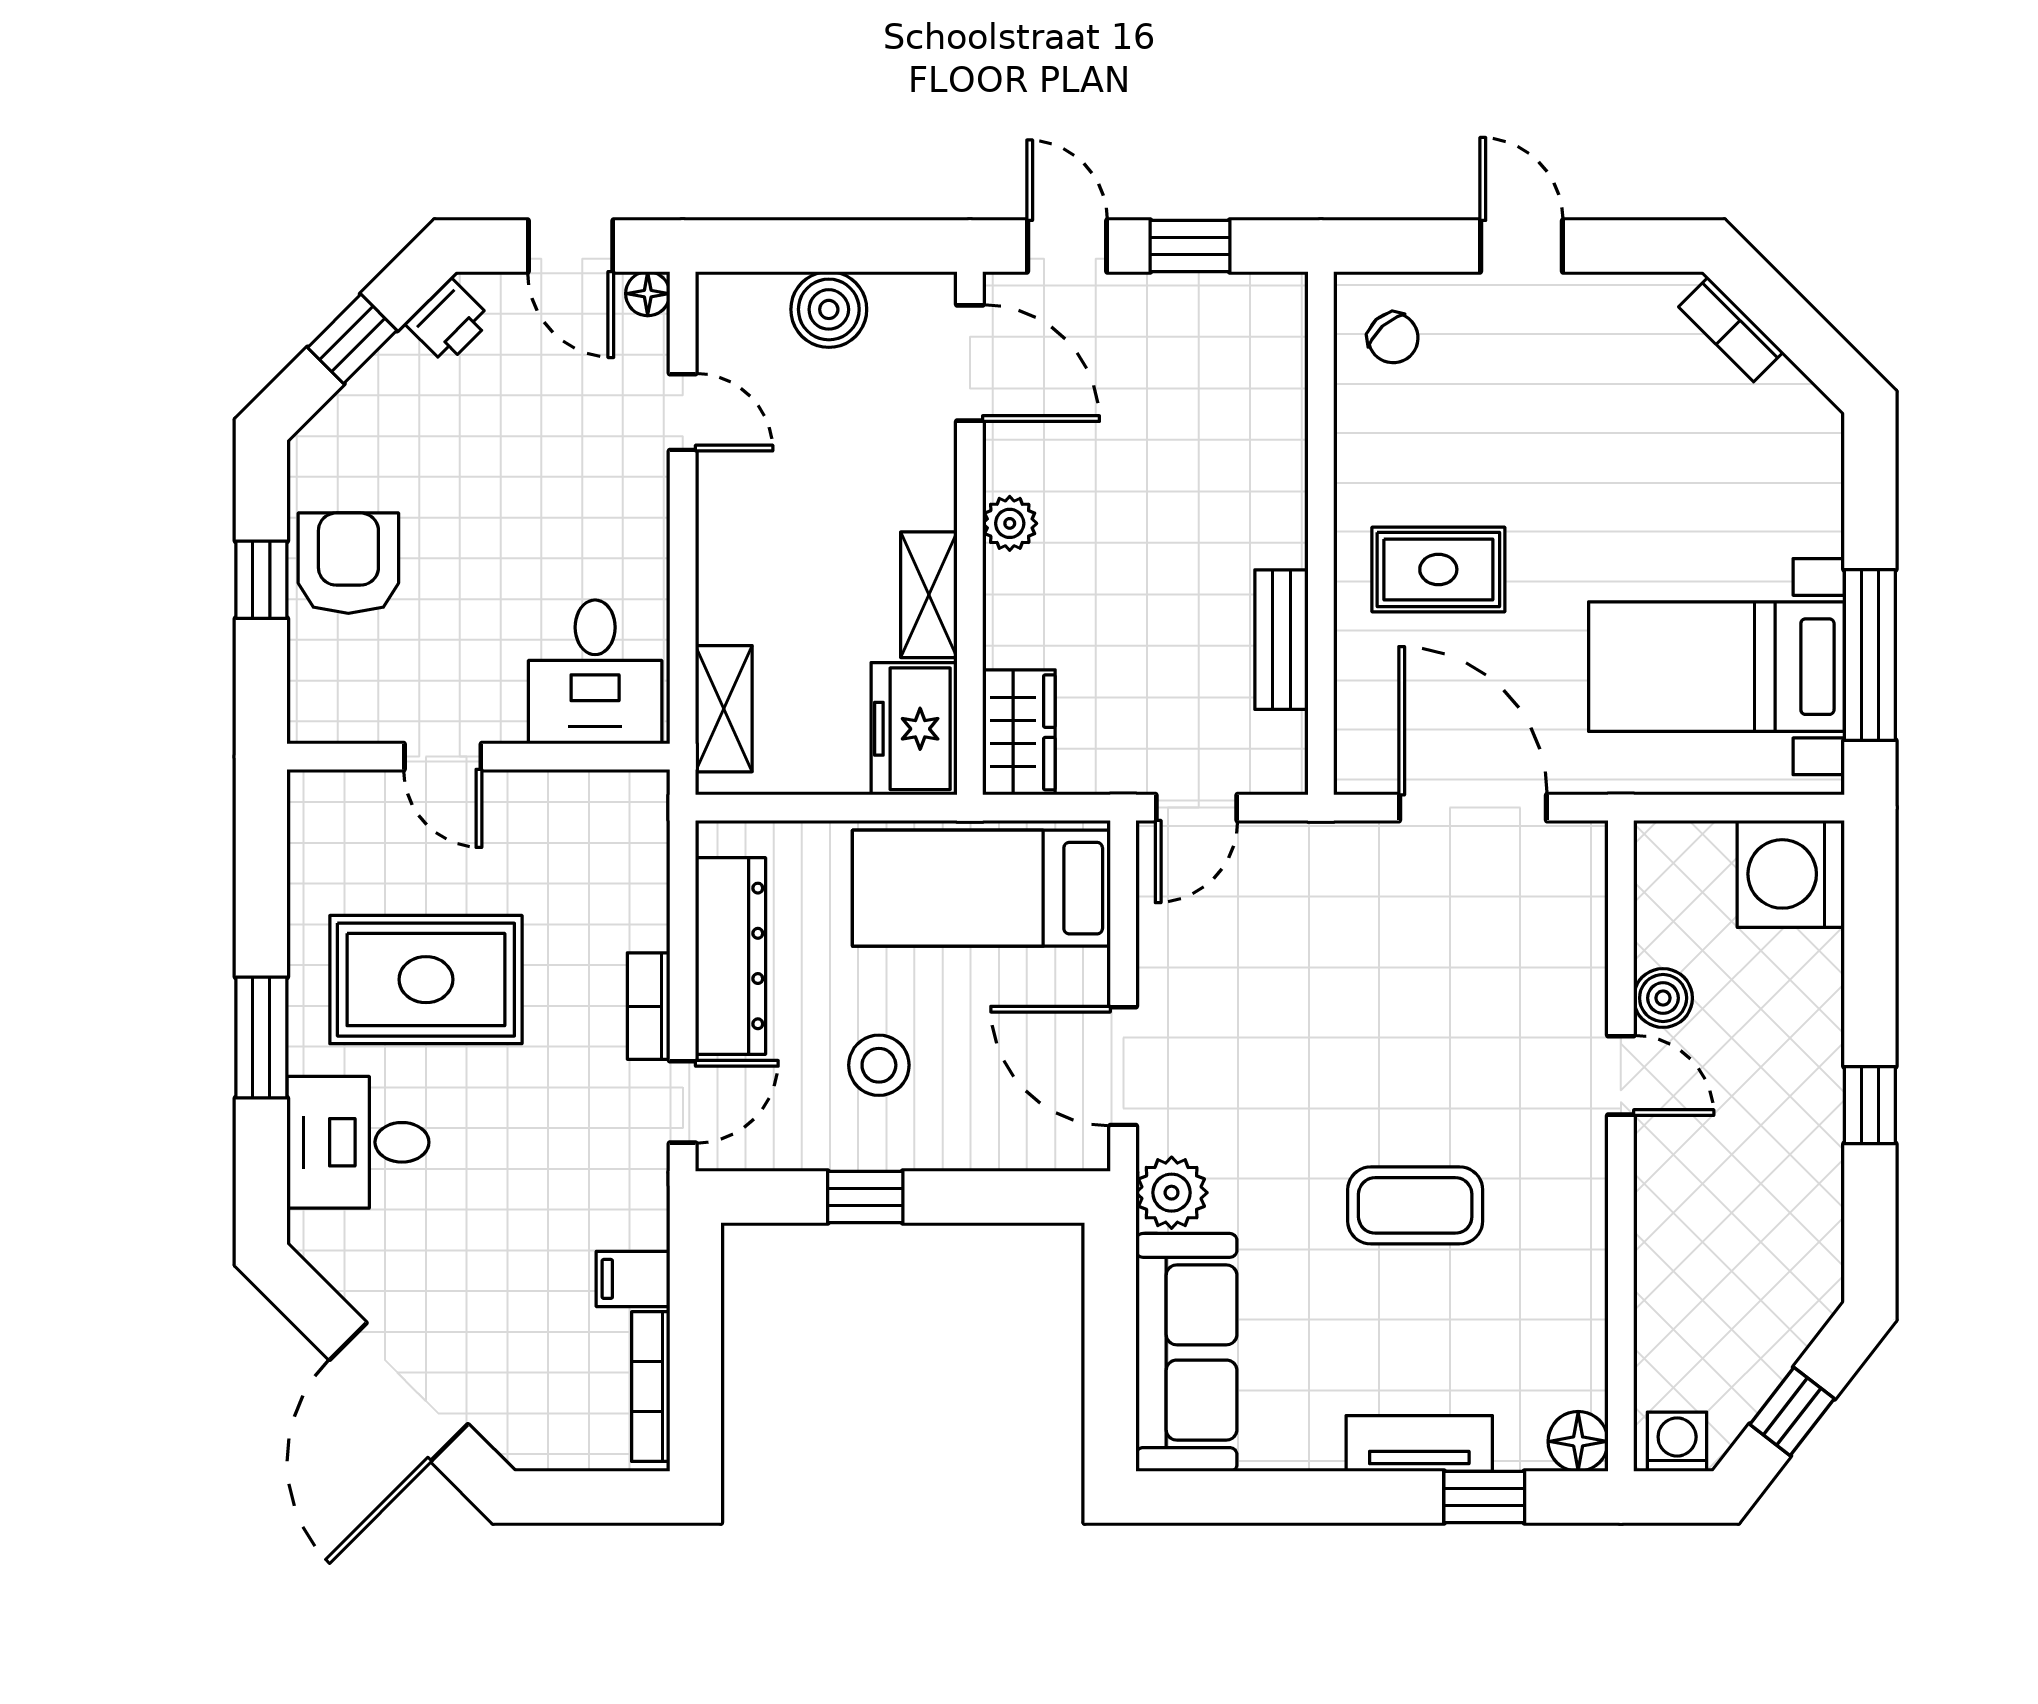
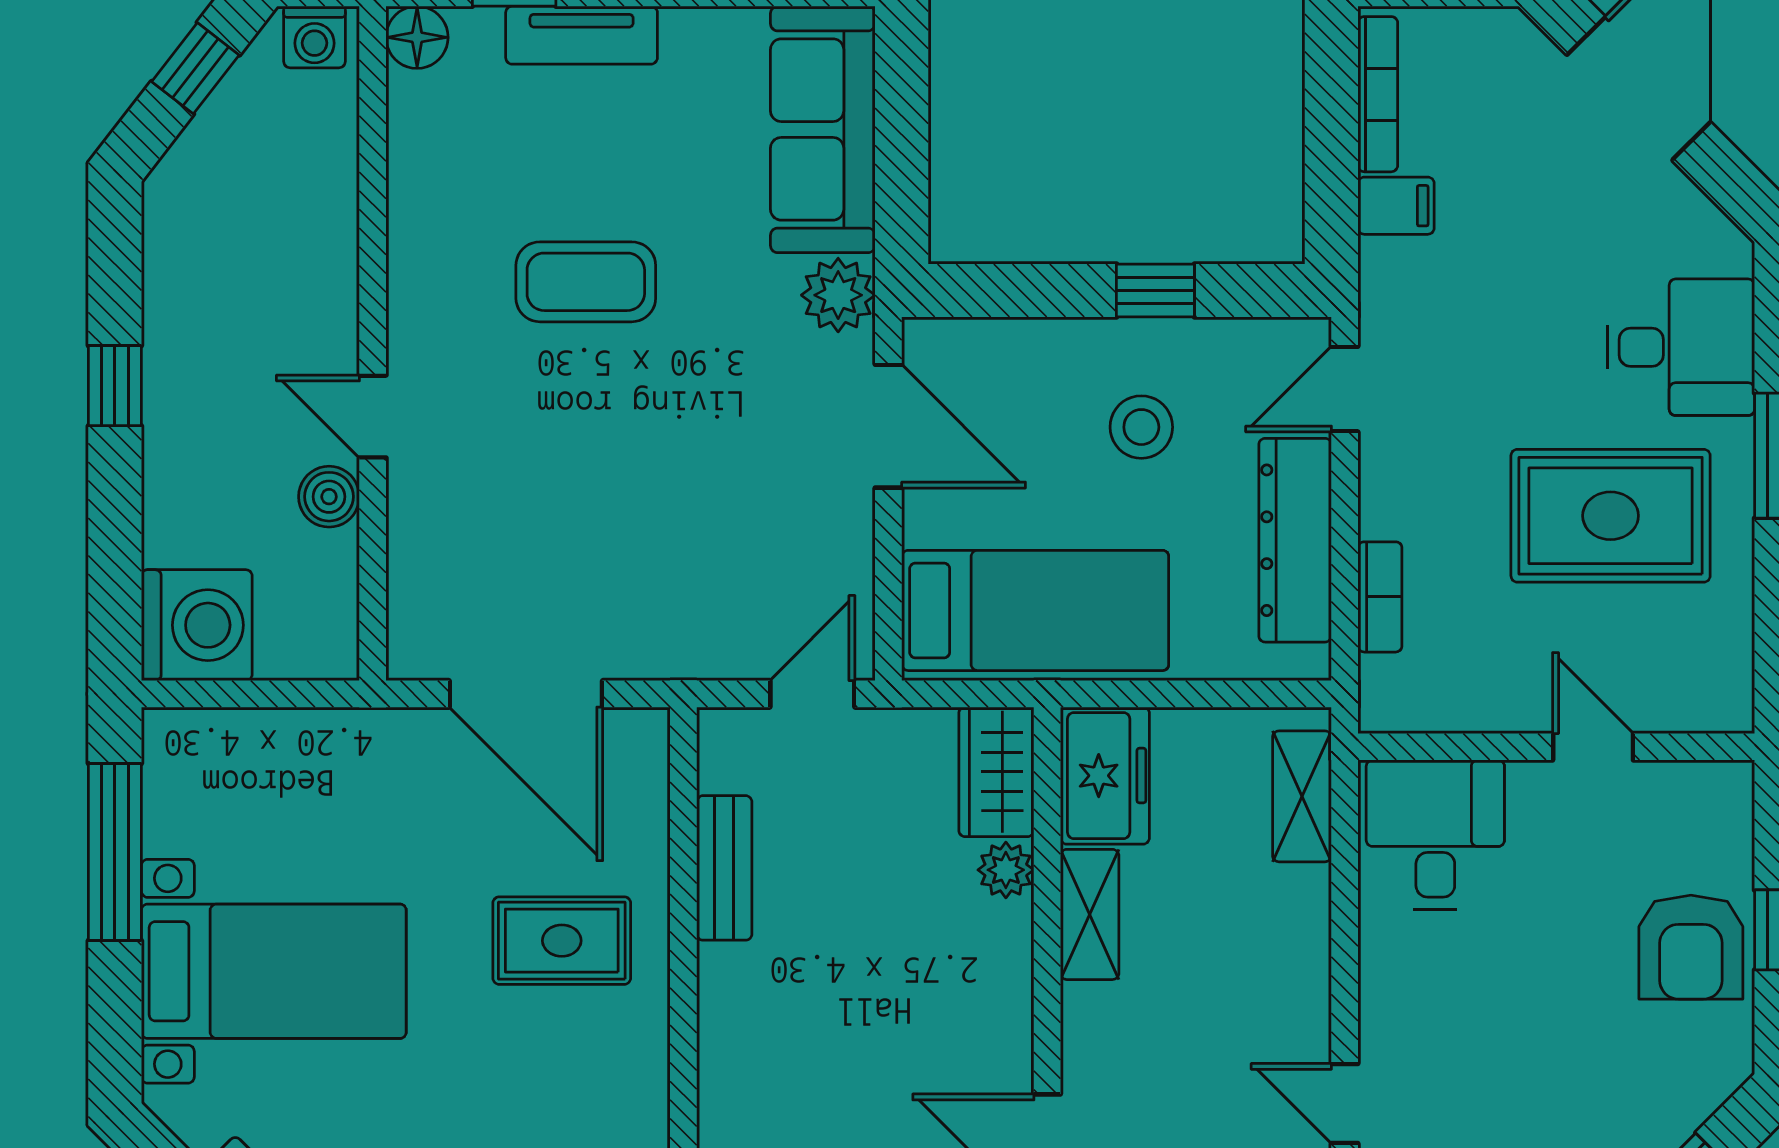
plant: (1010, 523) -> (1006, 870), moved
bed with nightstands: (1716, 667) -> (274, 971), moved
bookcase: (649, 1006) -> (1380, 597), moved

